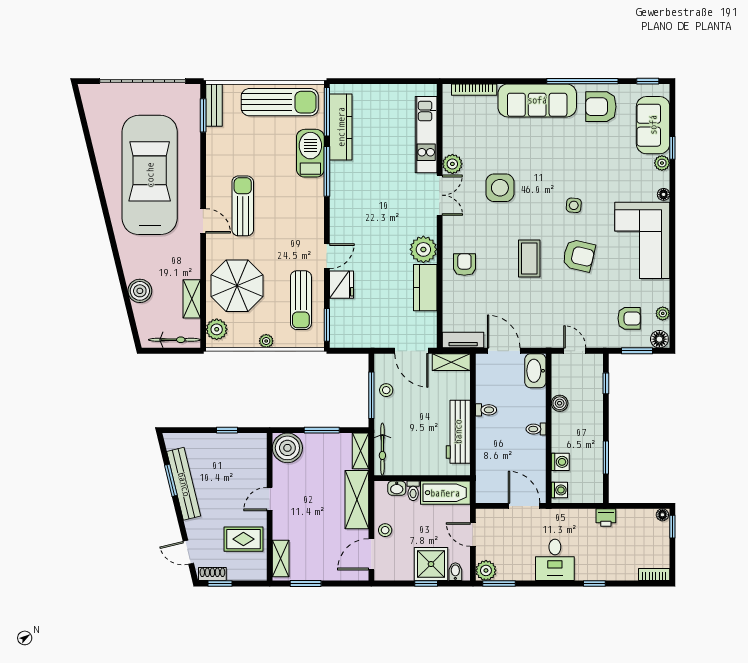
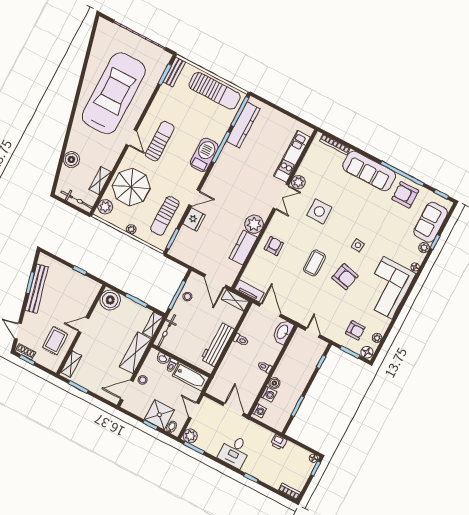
barbecue: (310, 153) -> (204, 155), moved
boiler: (560, 403) -> (274, 383), moved
rug: (243, 539) -> (55, 341), turned 90

